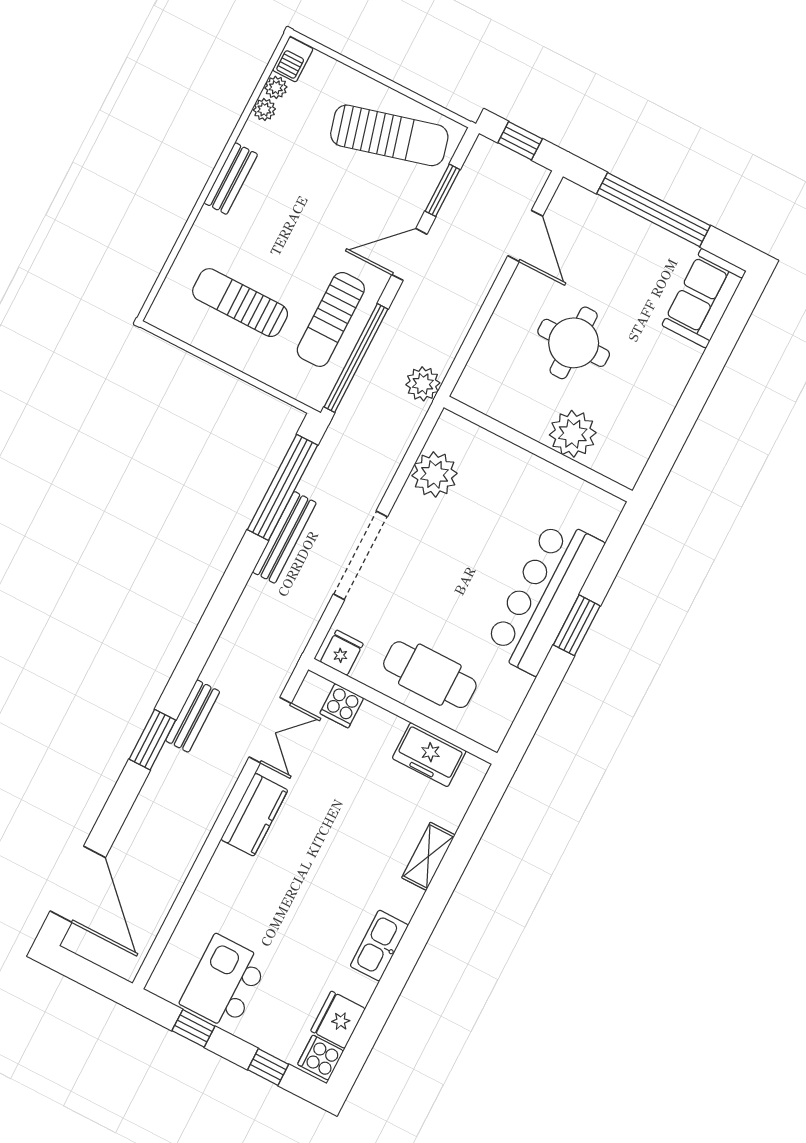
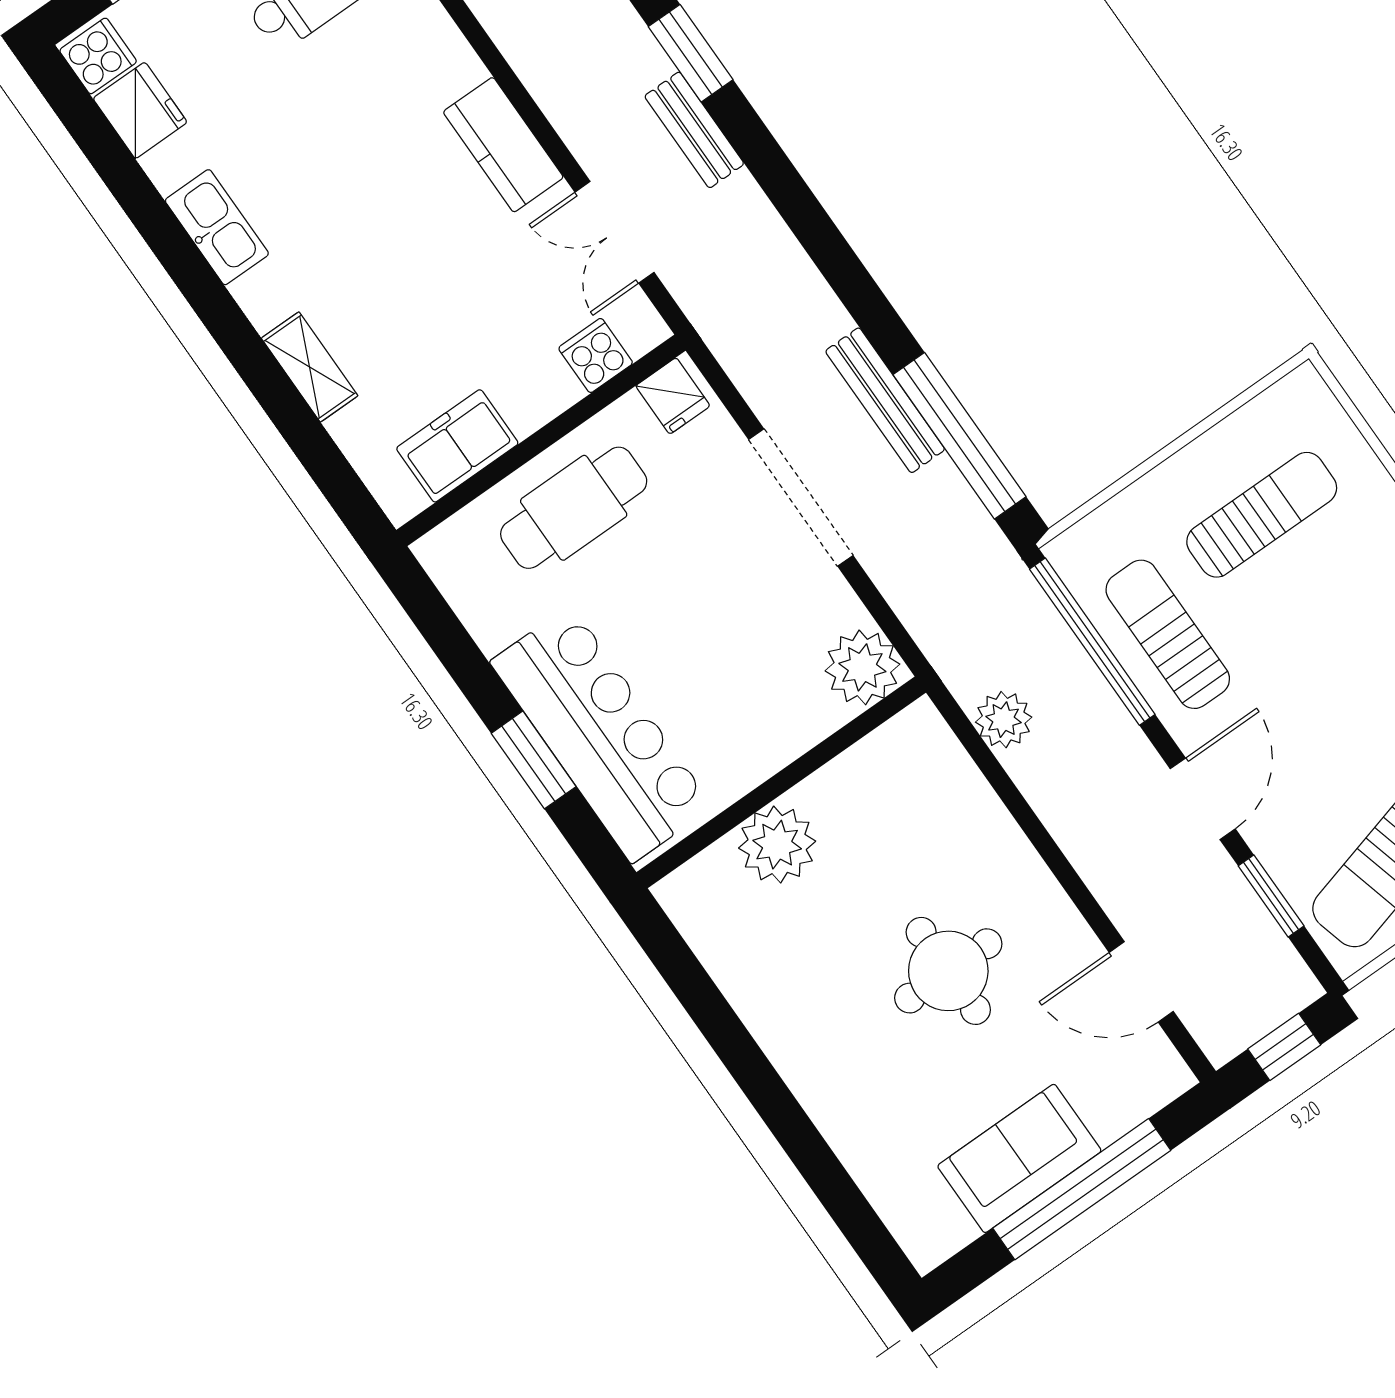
sofa: (704, 298) -> (1019, 1158), moved, turned -90
plant: (573, 434) -> (777, 845), moved
wall: (538, 449) -> (781, 782), moved

